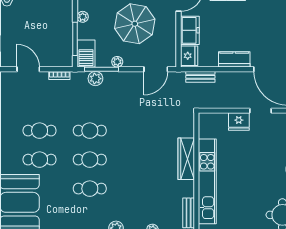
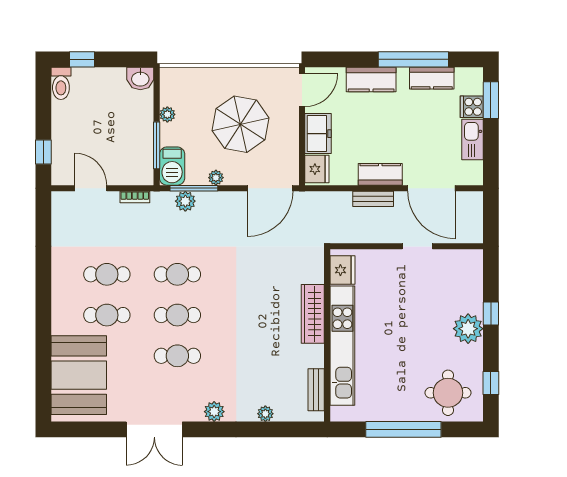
door: (156, 69) -> (270, 188), width x1.36
bench: (200, 77) -> (373, 199), moved
fridge: (239, 121) -> (342, 270), moved, turned -90

